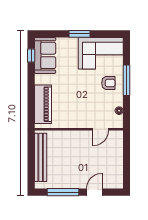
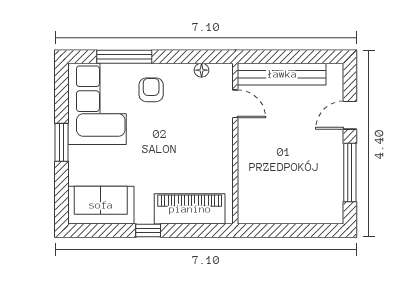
window: (31, 56) -> (148, 231), moved
window: (127, 80) -> (124, 57), moved
bench: (41, 157) -> (282, 74), moved
door: (94, 192) -> (350, 115), hinge flipped

